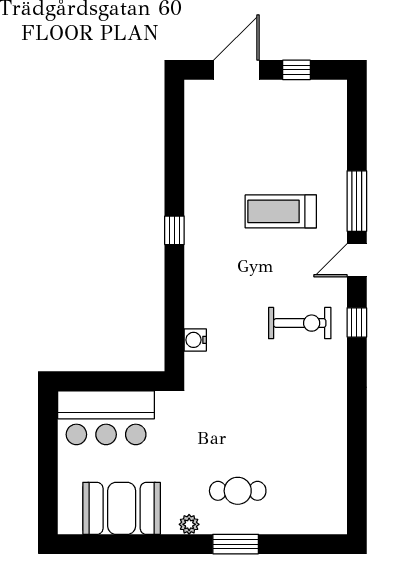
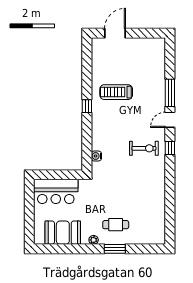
window: (296, 70) -> (142, 33), removed
treadmill: (281, 211) -> (116, 92), moved

